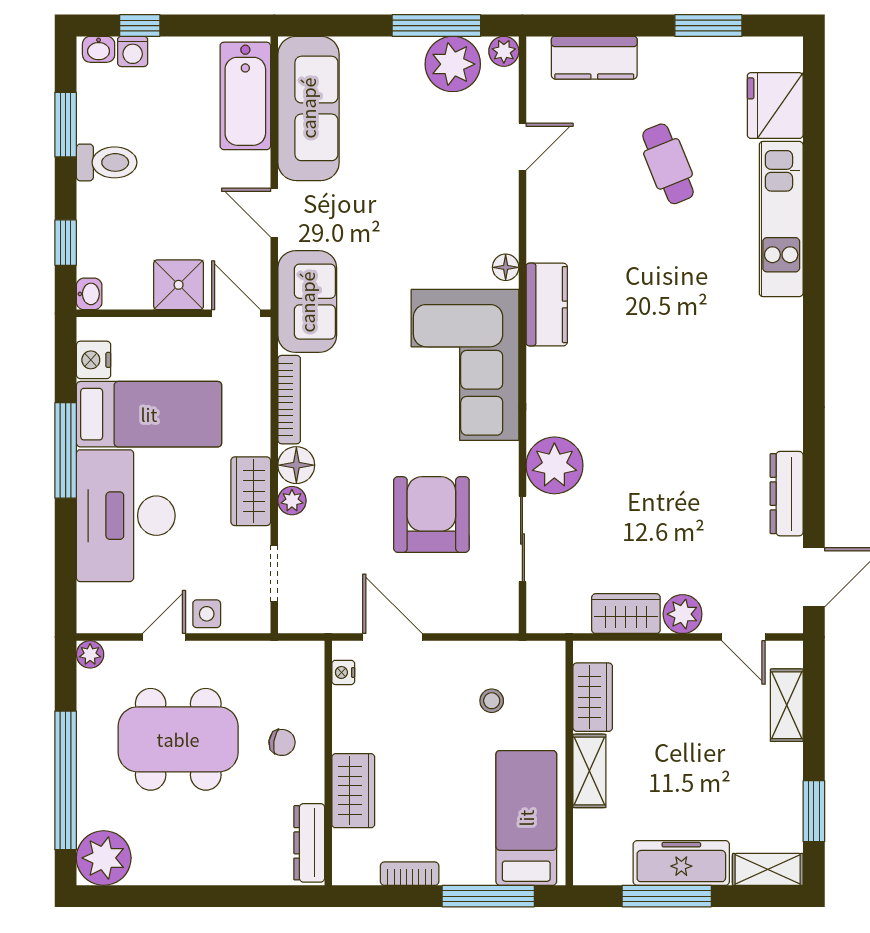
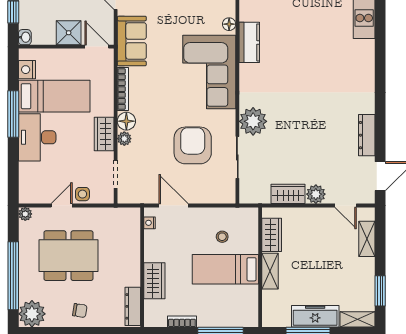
desk: (126, 516) -> (37, 137), width x0.73, depth x0.77
chair: (282, 742) -> (80, 311), moved
bed: (526, 818) -> (225, 269), moved, turned -90

